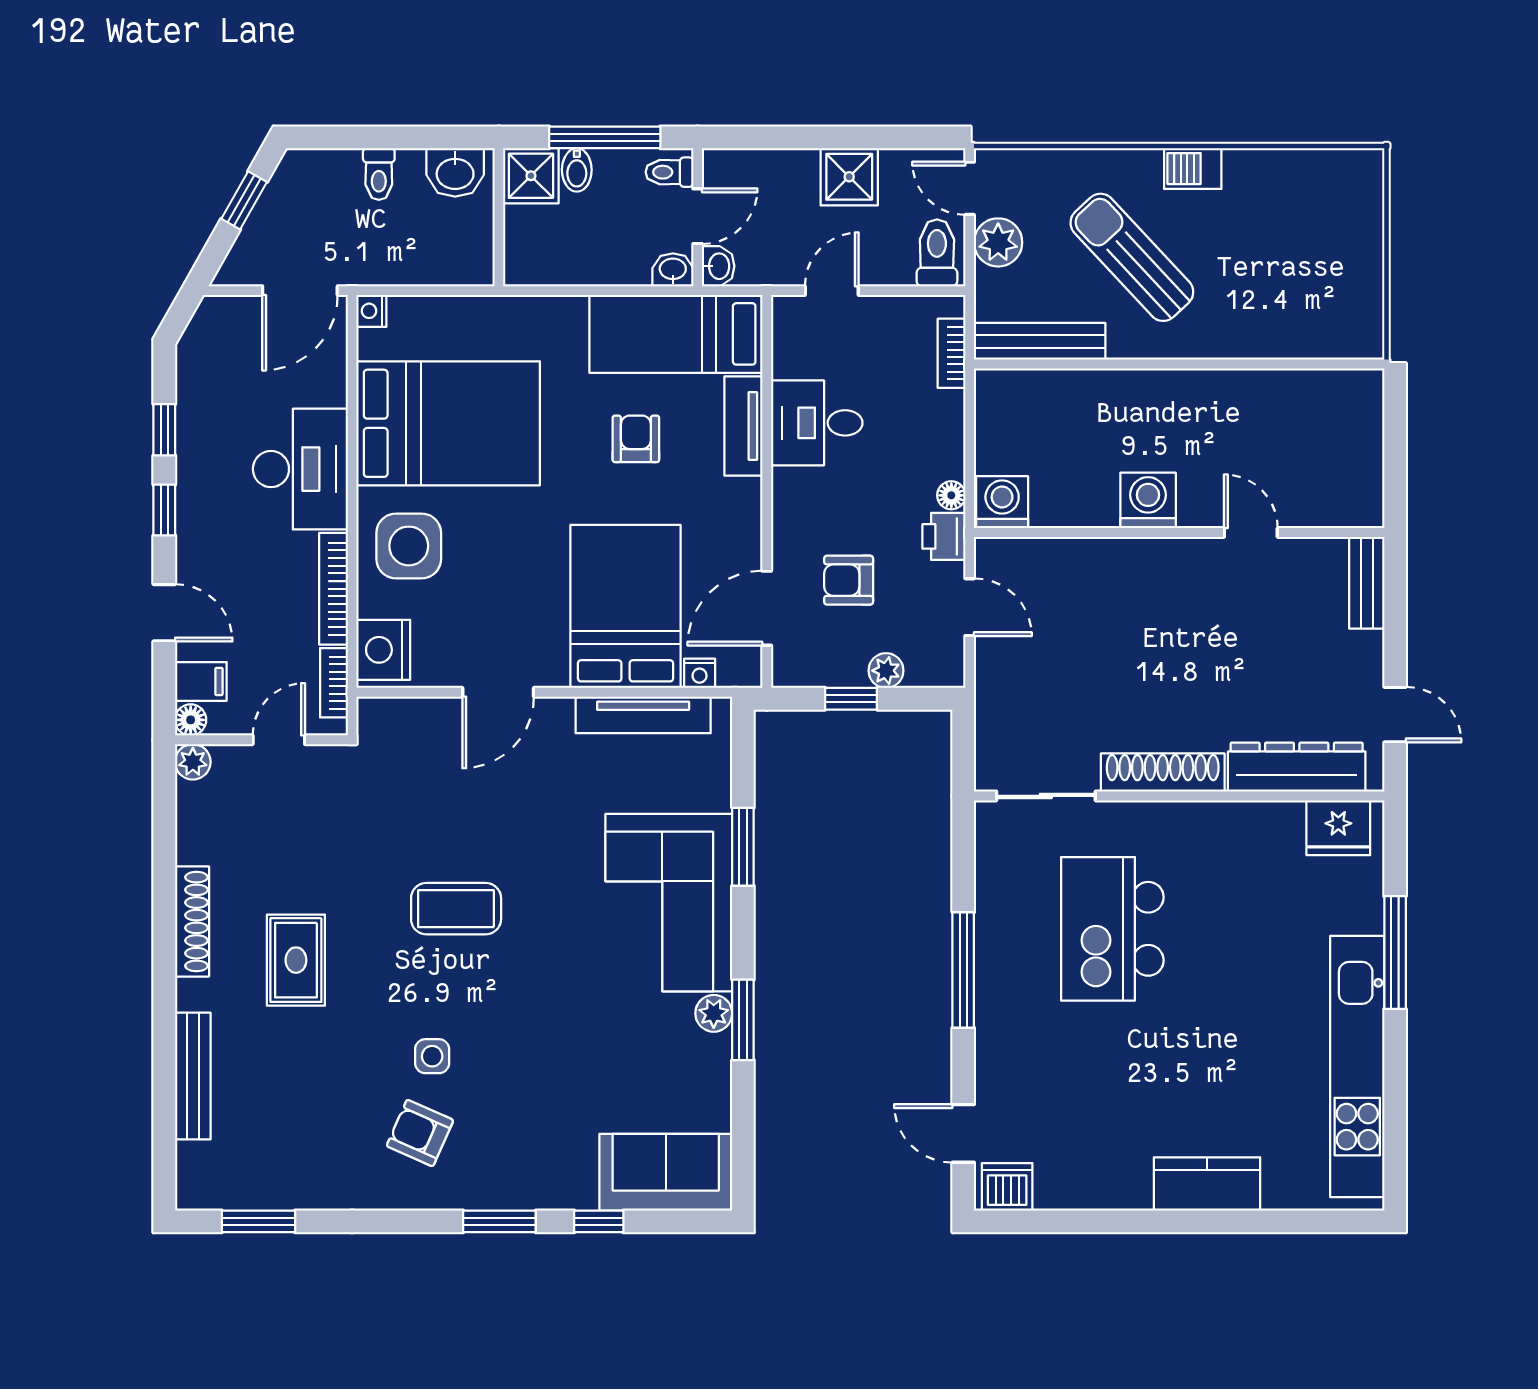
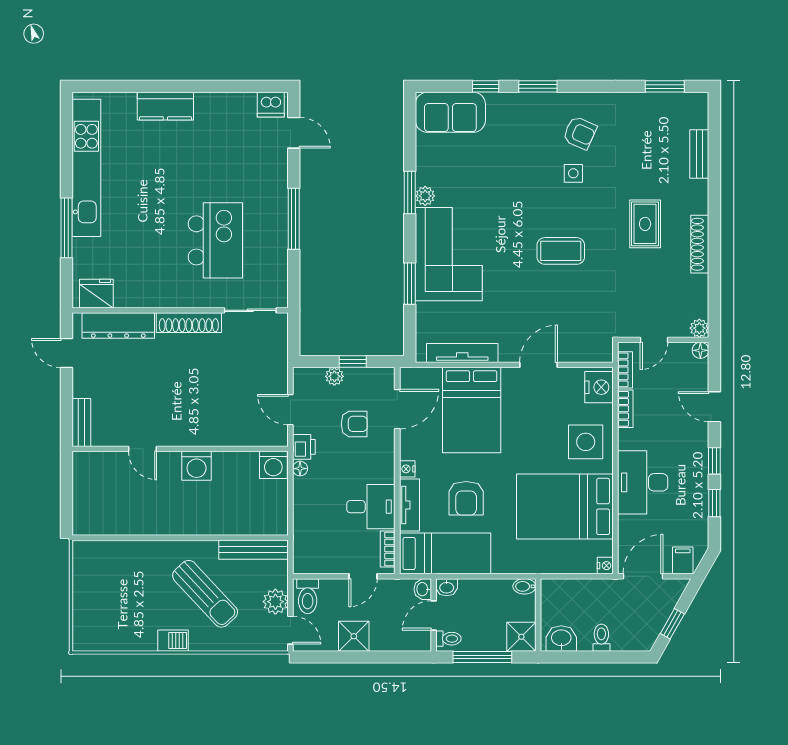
bidet: (577, 170) -> (524, 586), moved, turned -90
bookcase: (952, 353) -> (388, 549), moved, turned 180
armchair: (636, 439) -> (466, 498), width x1.38, depth x1.38
bookcase: (333, 589) -> (625, 409), width x0.64
nightstand: (700, 673) -> (407, 469), moved, turned -90
filing cabinet: (201, 681) -> (683, 560), moved, turned 90
bench: (193, 1076) -> (699, 154), width x0.73

